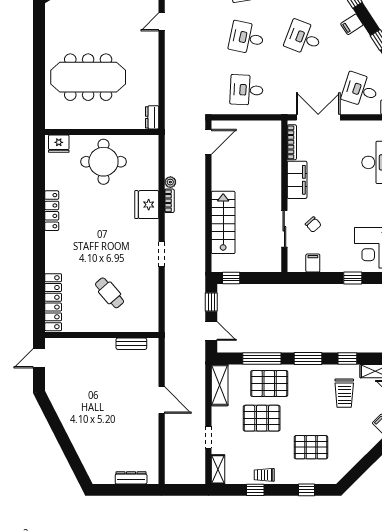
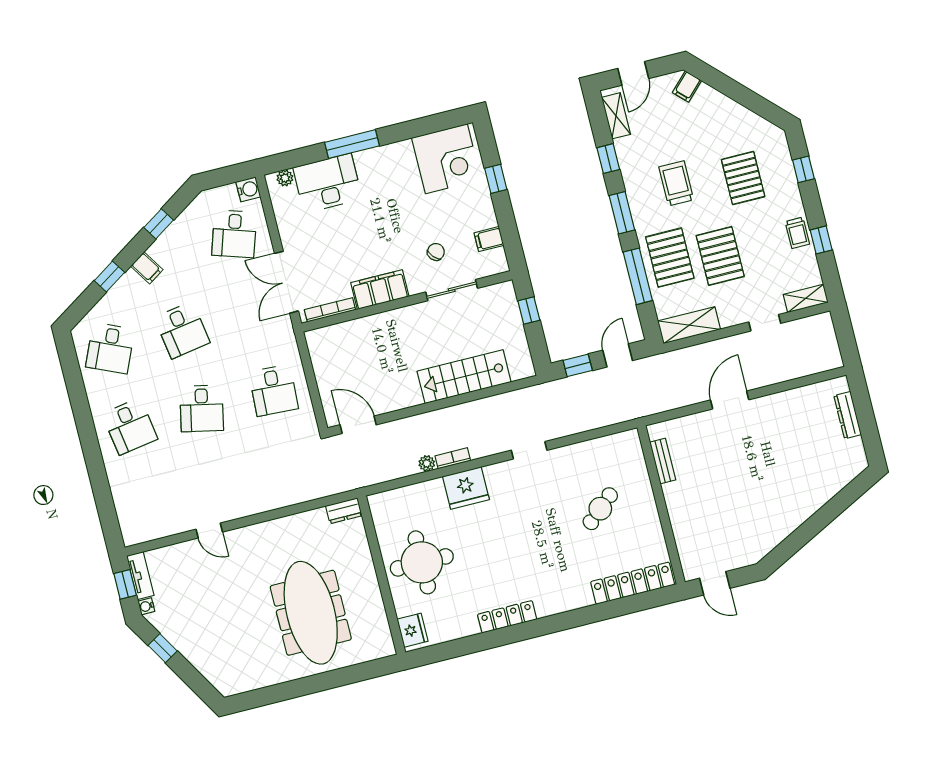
desk: (303, 38) -> (182, 330), turned -30
window: (231, 278) -> (529, 311), moved
trolley: (344, 393) -> (676, 183), moved, turned -90

